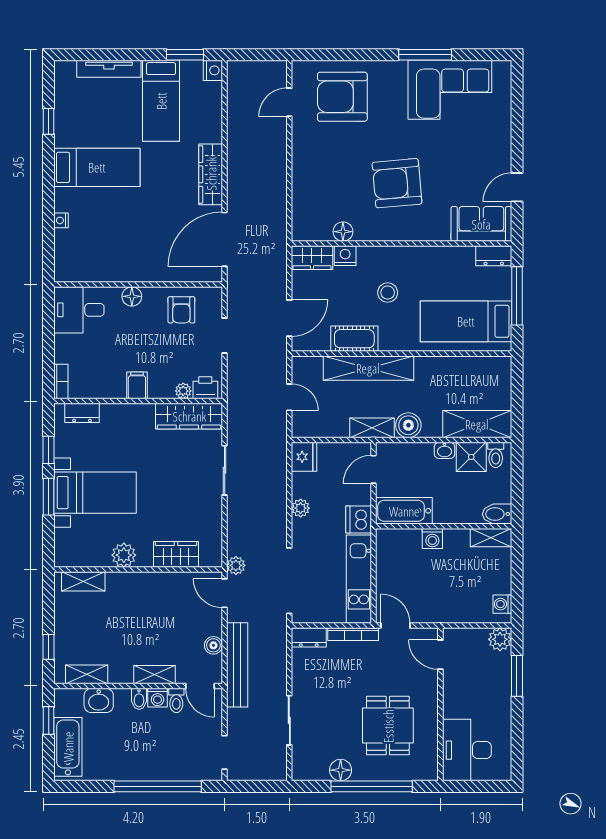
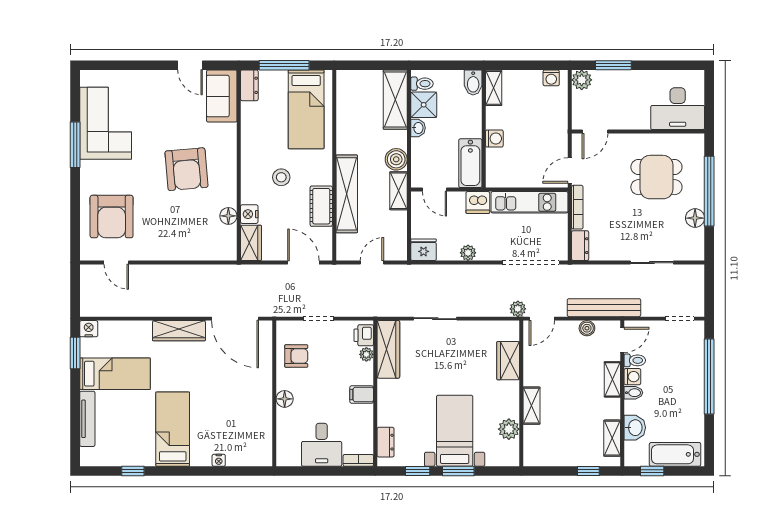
desk: (79, 310) -> (322, 445), moved
plant: (124, 555) -> (509, 429), moved
shelving: (83, 581) -> (531, 406), moved

